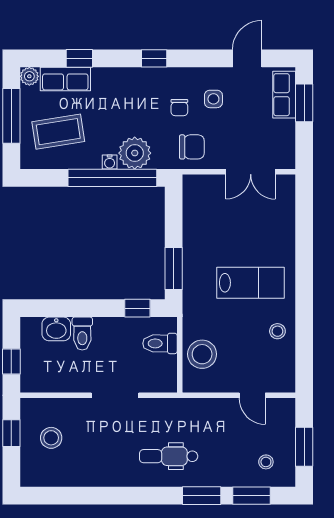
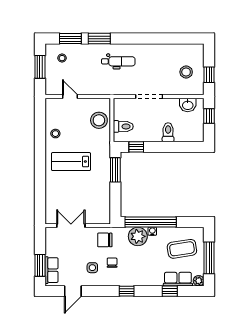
washbasin: (56, 329) -> (188, 105), moved, turned 180

